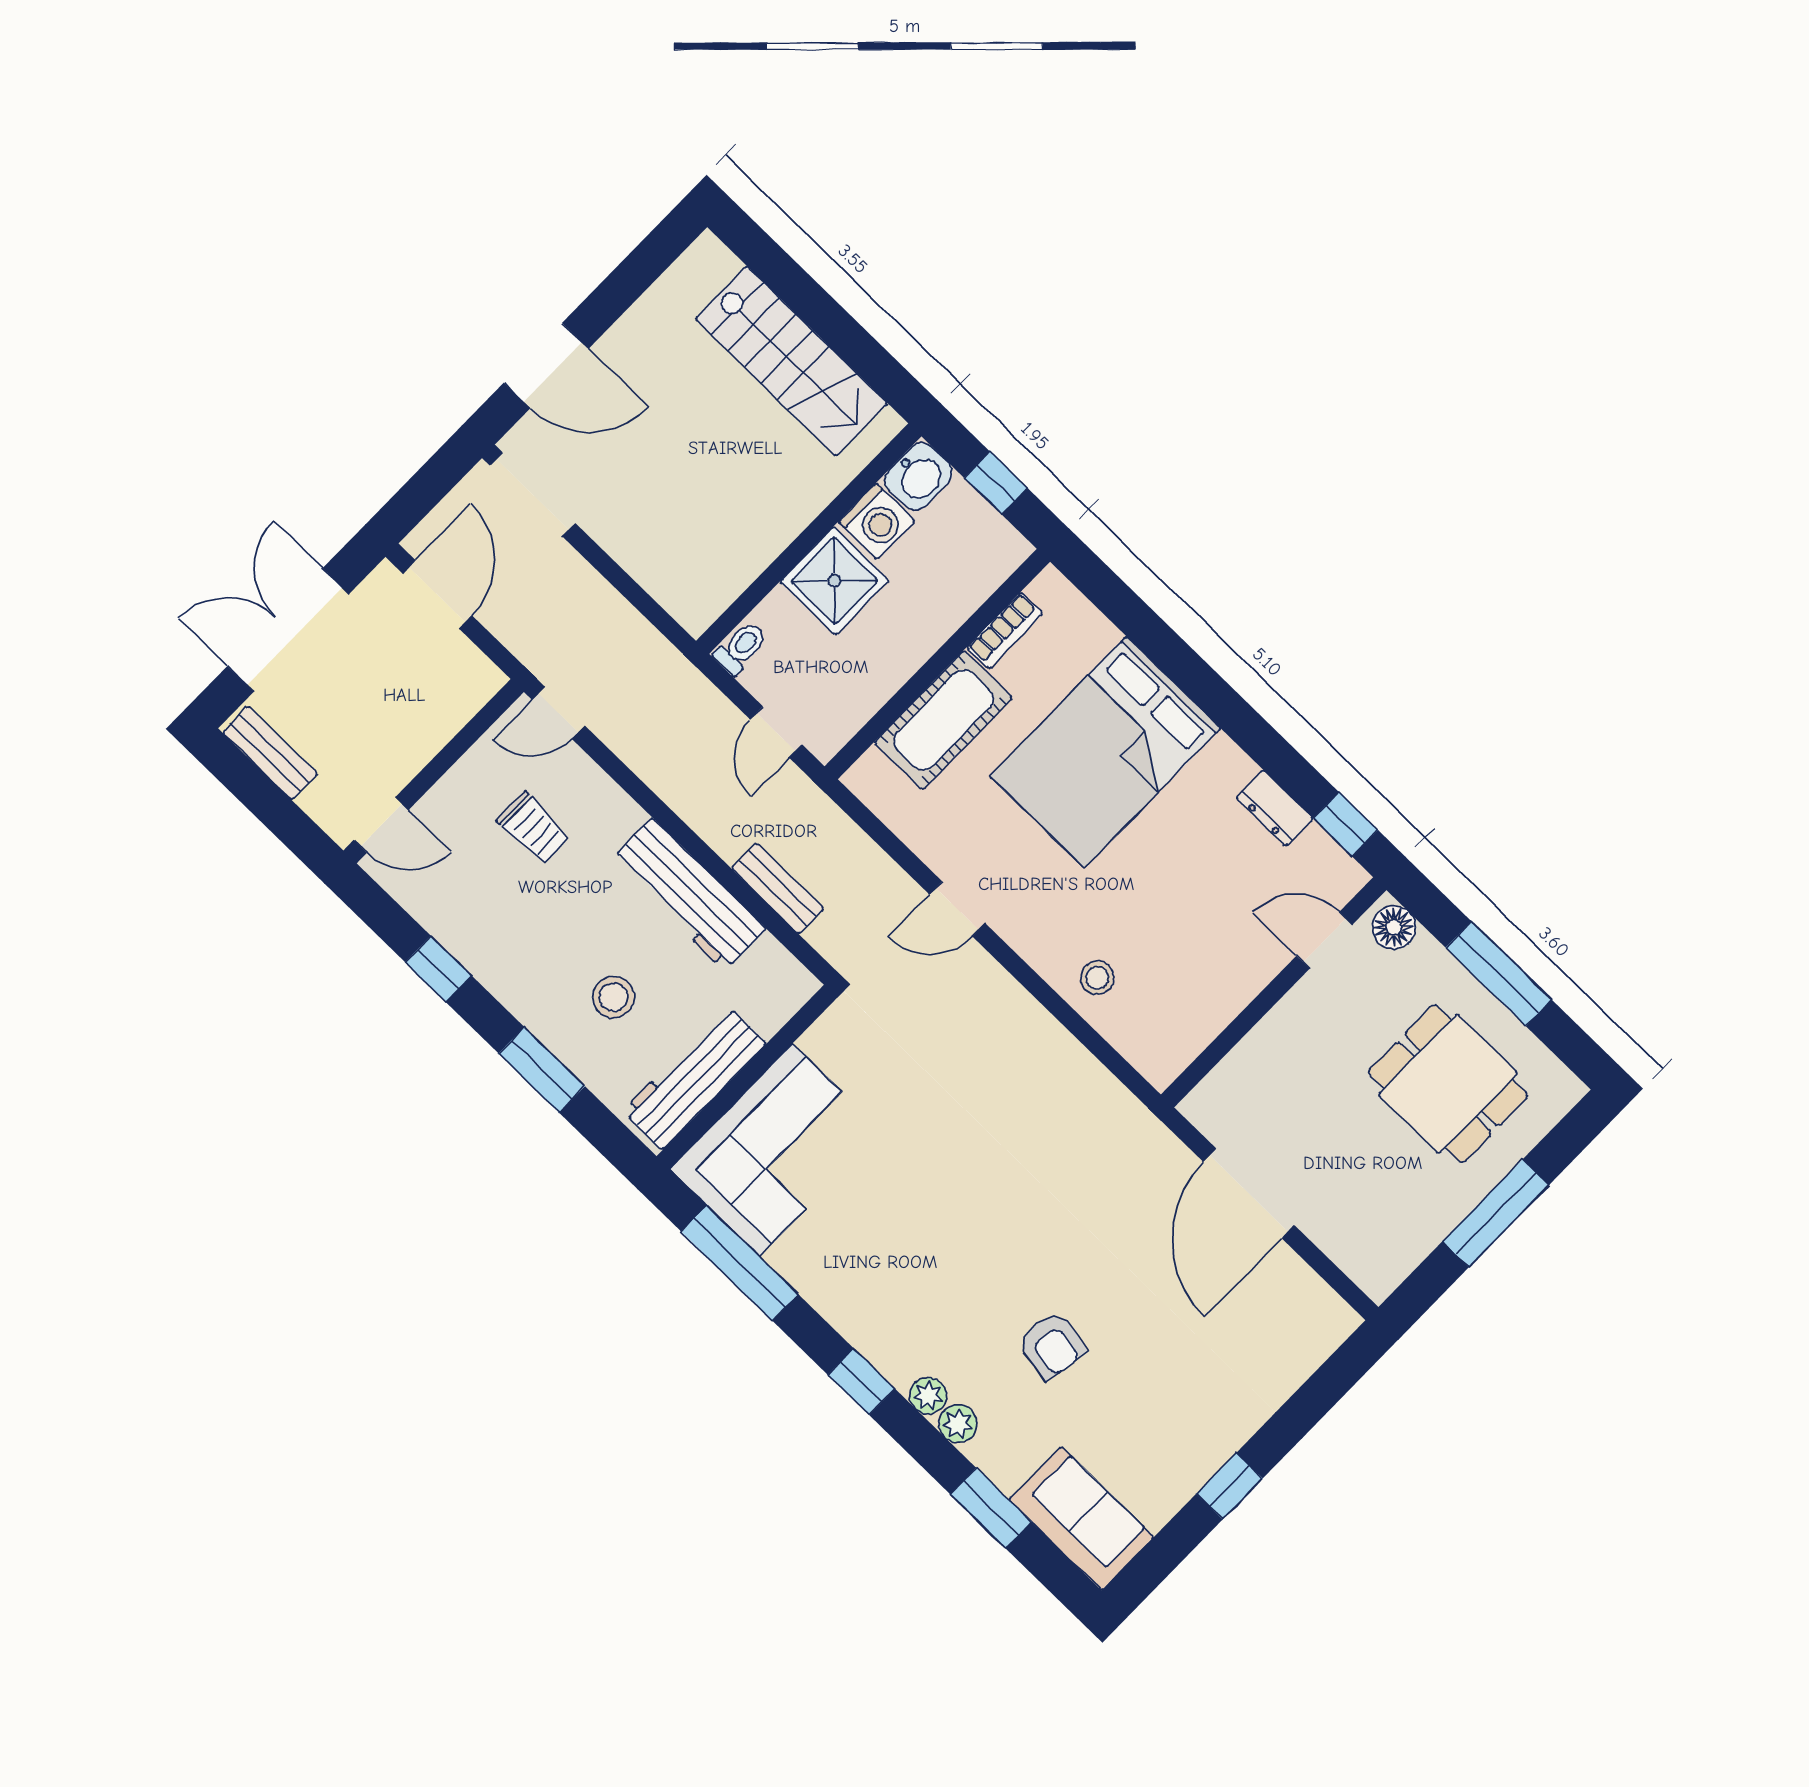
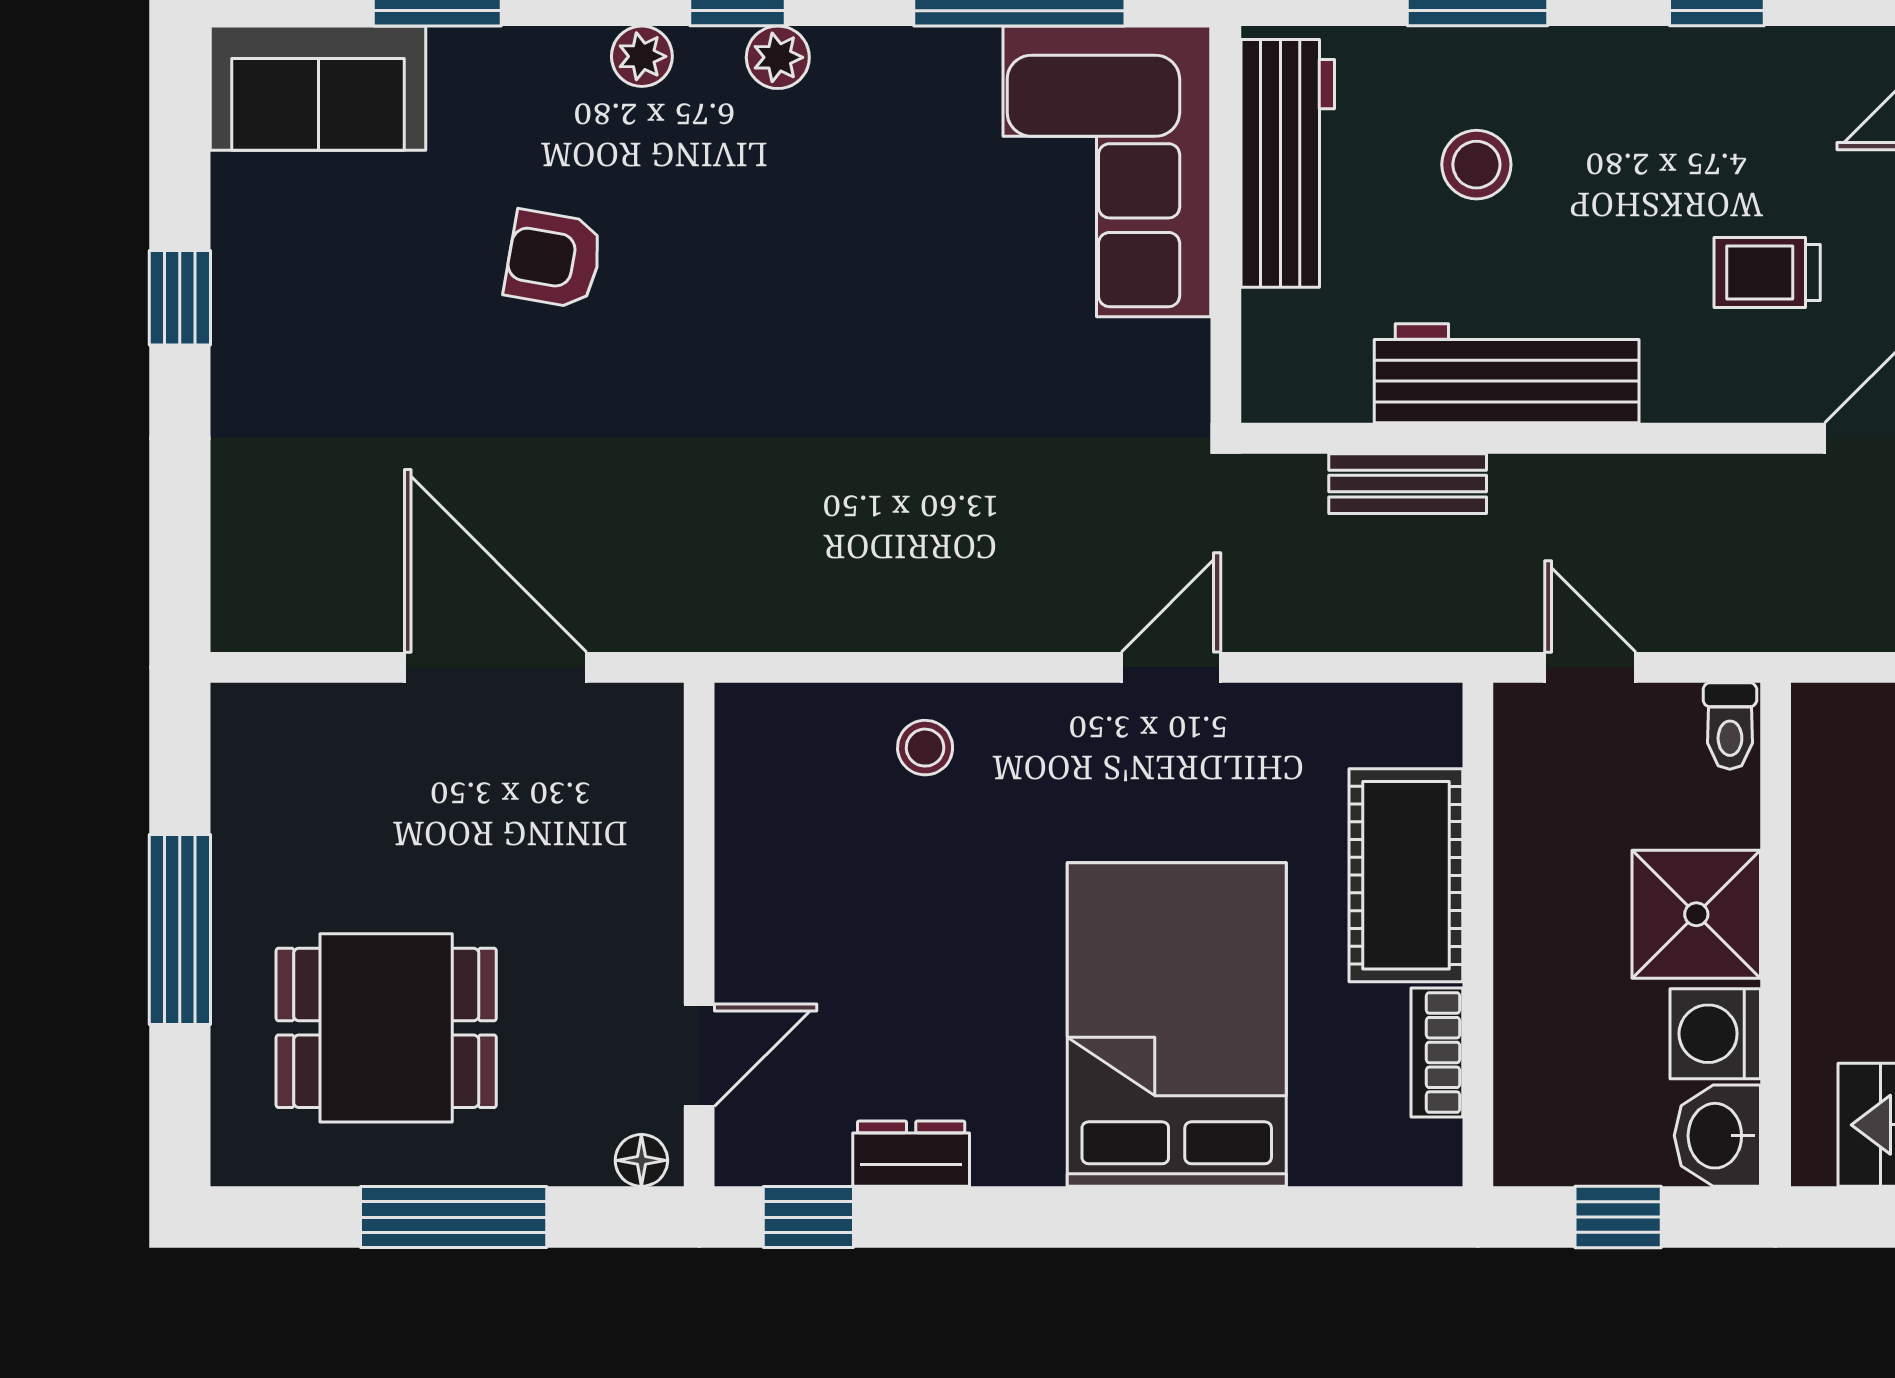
floor lamp: (1394, 927) -> (641, 1160), width x0.73, depth x0.73
plant: (958, 1424) -> (778, 57), moved

